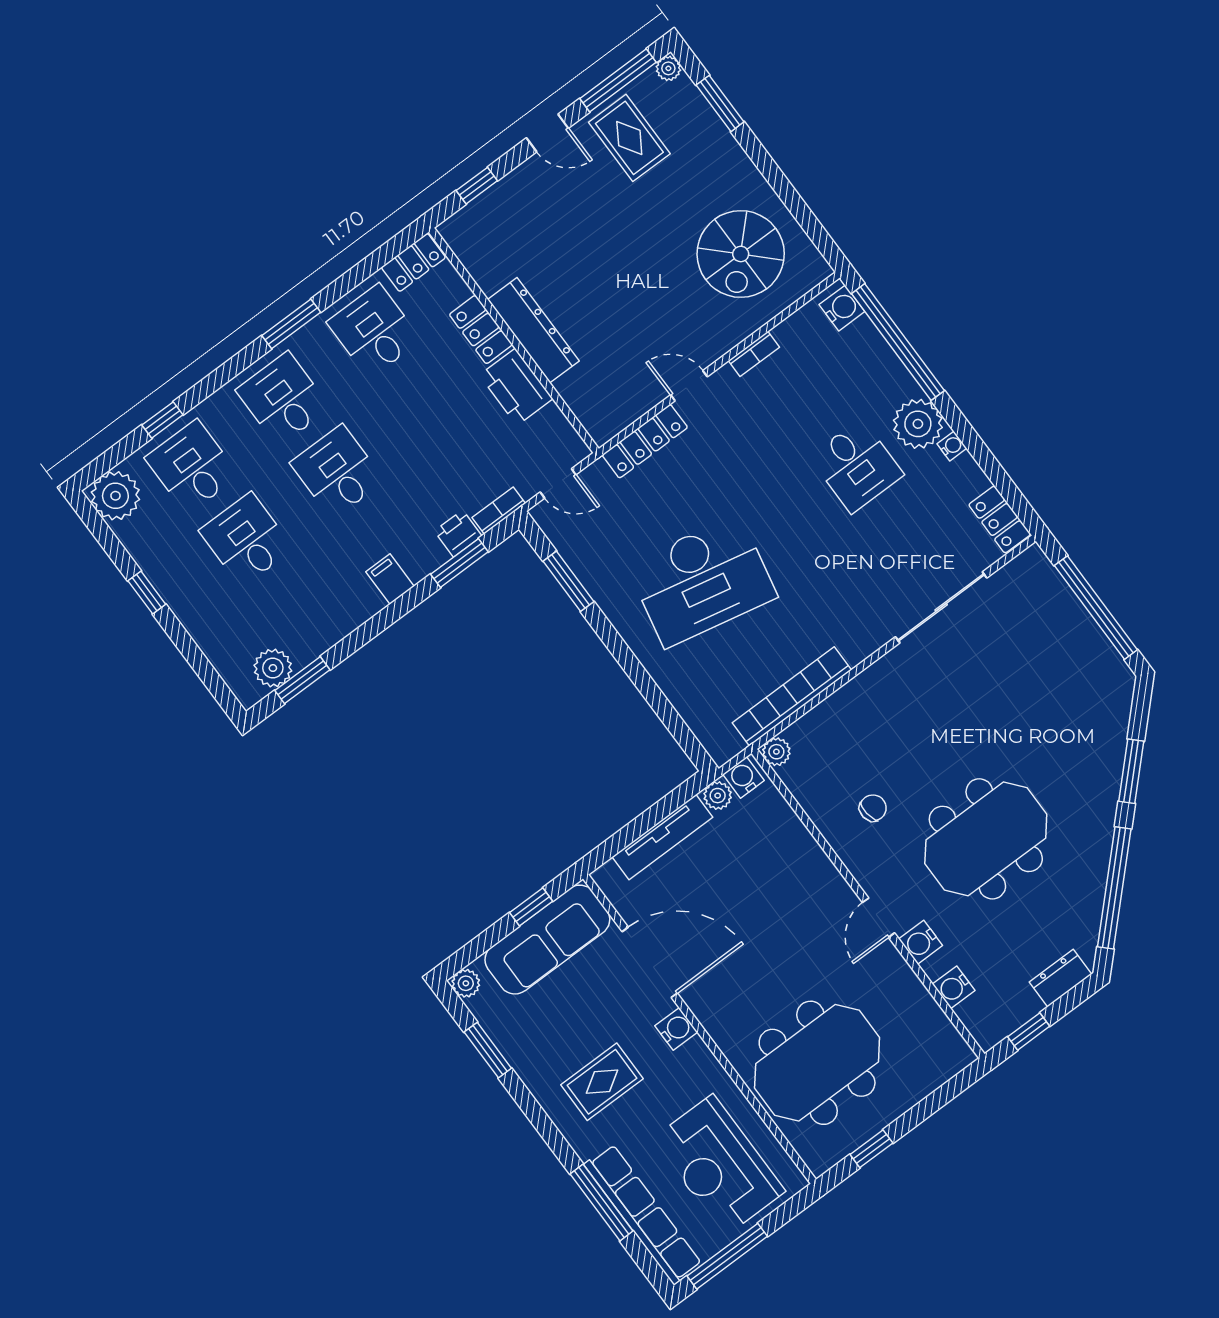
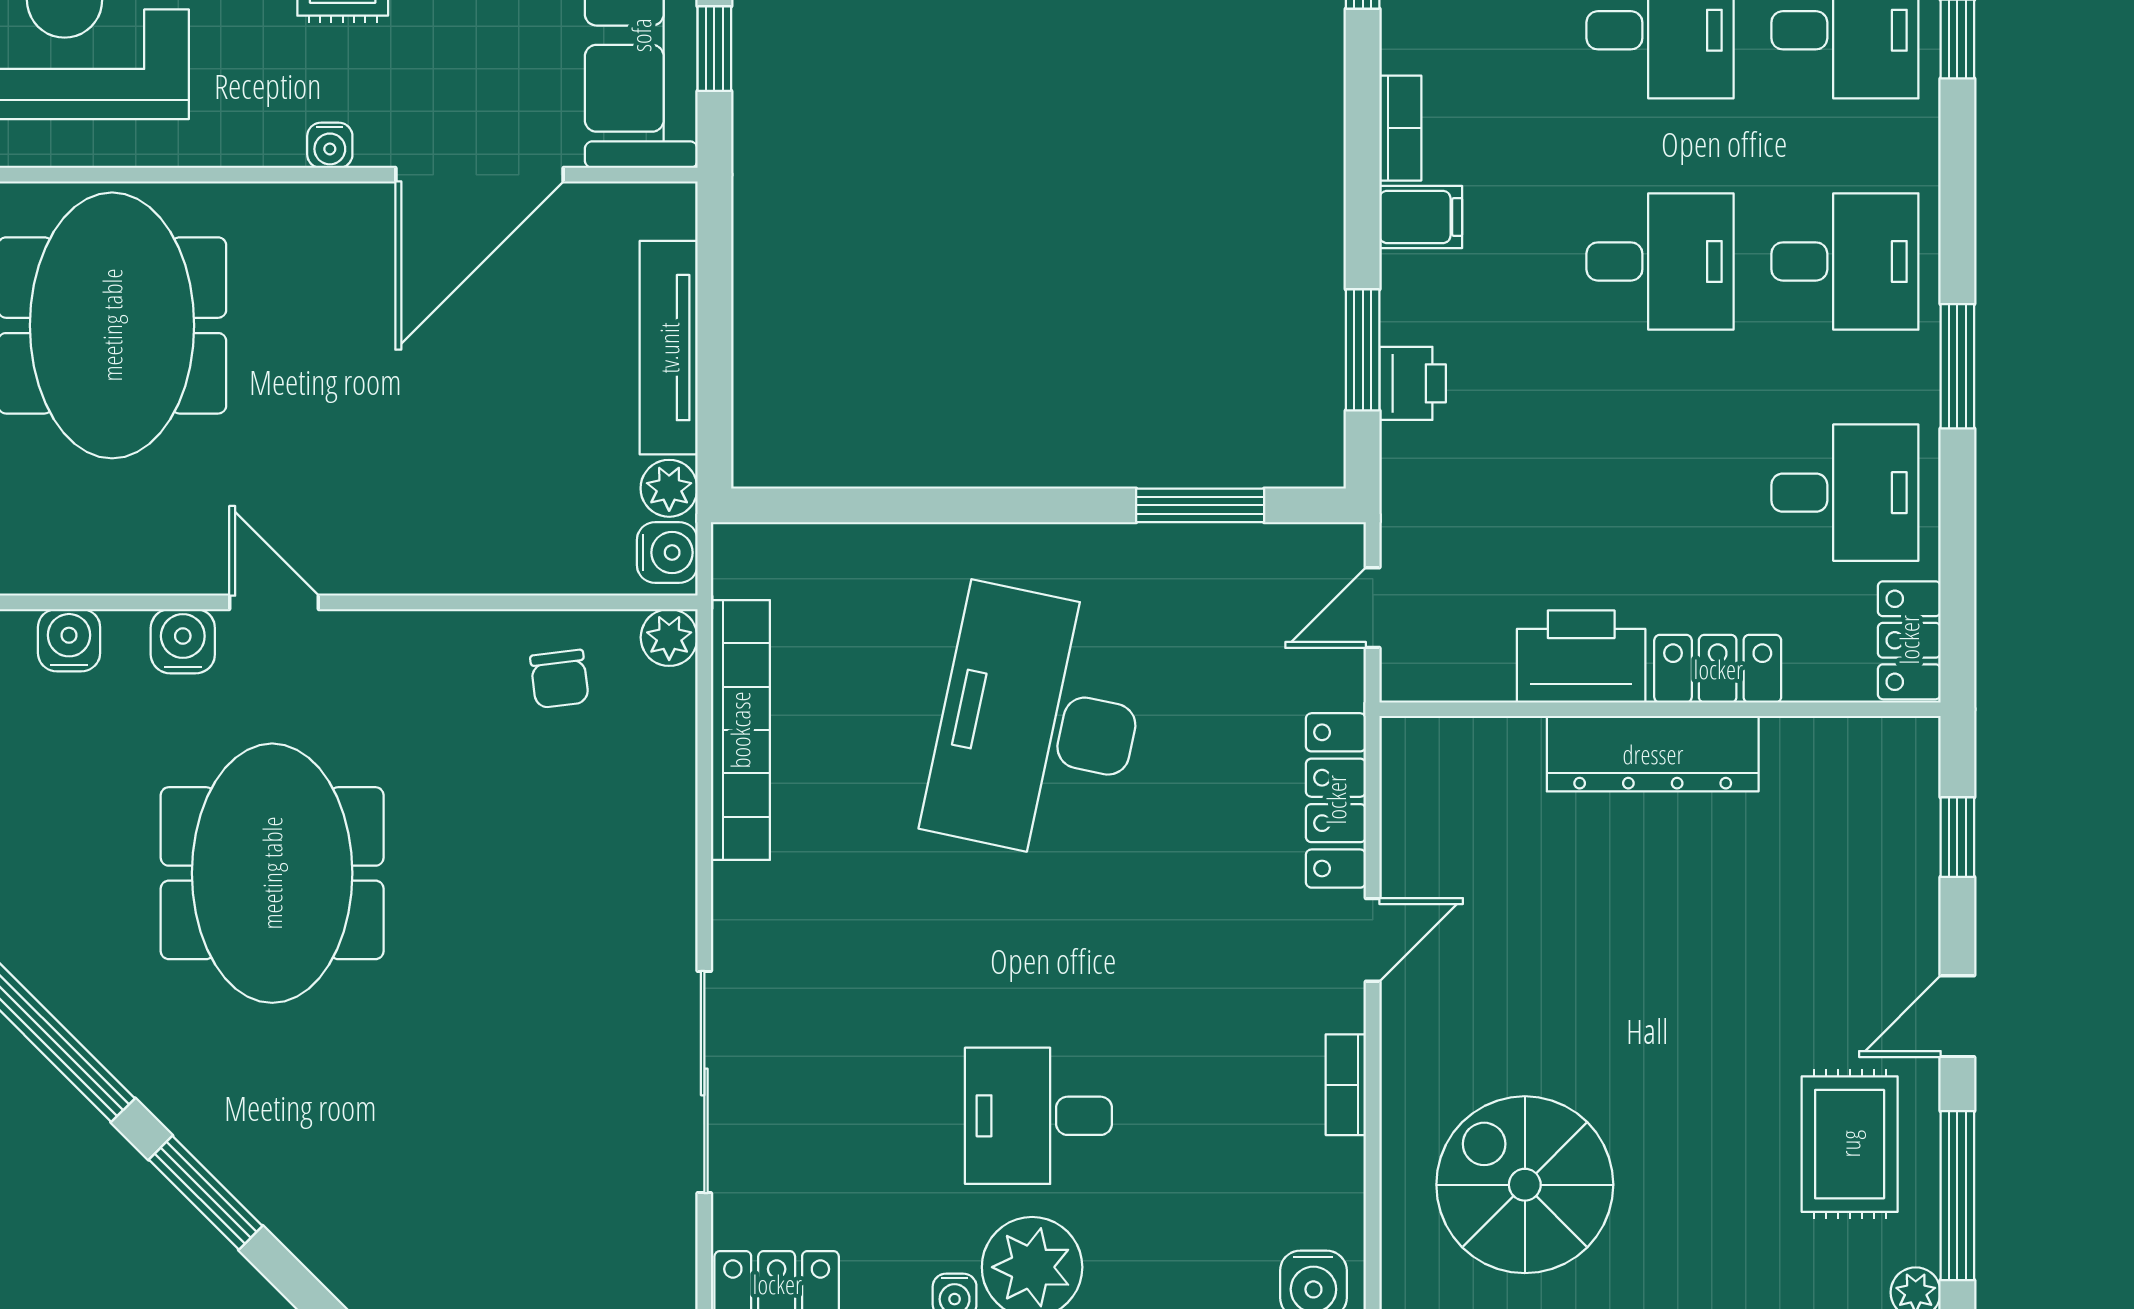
rug: (629, 138) -> (1850, 1144), turned 90
bookcase: (499, 511) -> (1400, 128), moved
chair: (873, 808) -> (559, 679), moved
water cooler: (676, 1029) -> (330, 145), width x0.72, depth x0.72

